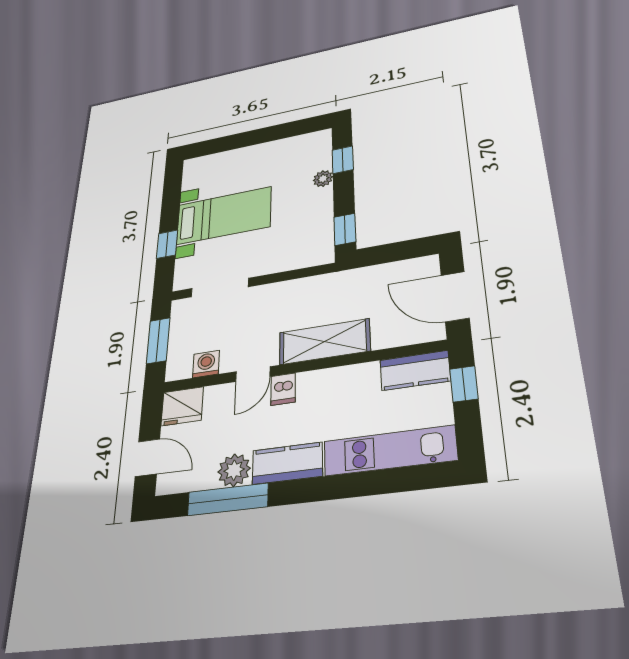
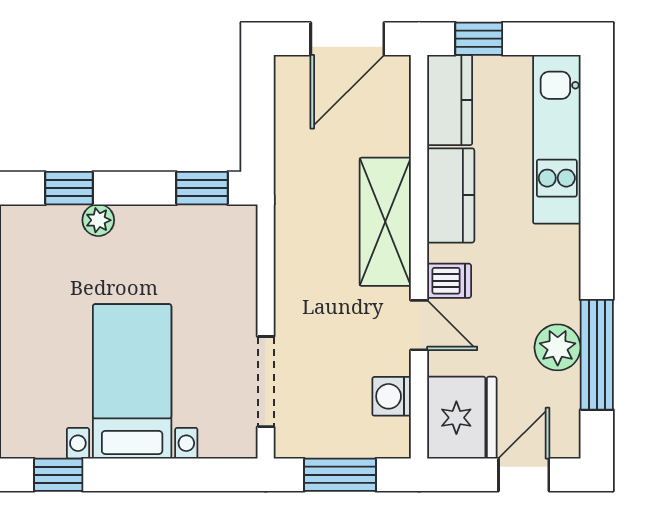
window: (167, 244) -> (58, 475), moved
fridge: (182, 406) -> (462, 418), width x1.36, depth x1.34
kitchen counter: (287, 463) -> (451, 195), moved, turned 180

